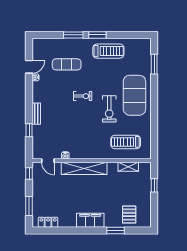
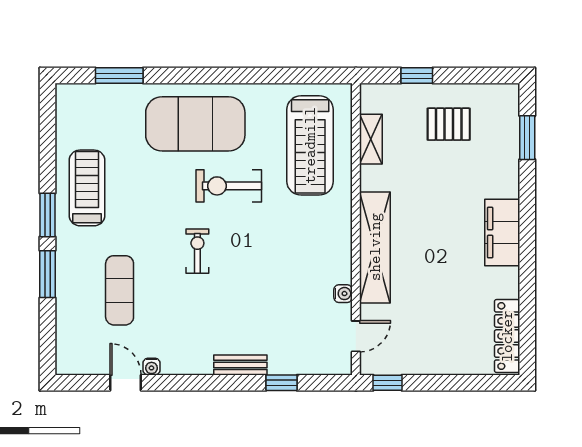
exercise bike: (109, 109) -> (229, 186), turned 180
treadmill: (126, 142) -> (310, 145), width x1.37, depth x1.38
window: (29, 206) -> (467, 383), removed
pallet: (129, 214) -> (449, 124), moved
locker: (48, 222) -> (507, 336), width x1.53
window: (116, 230) -> (527, 138), moved

